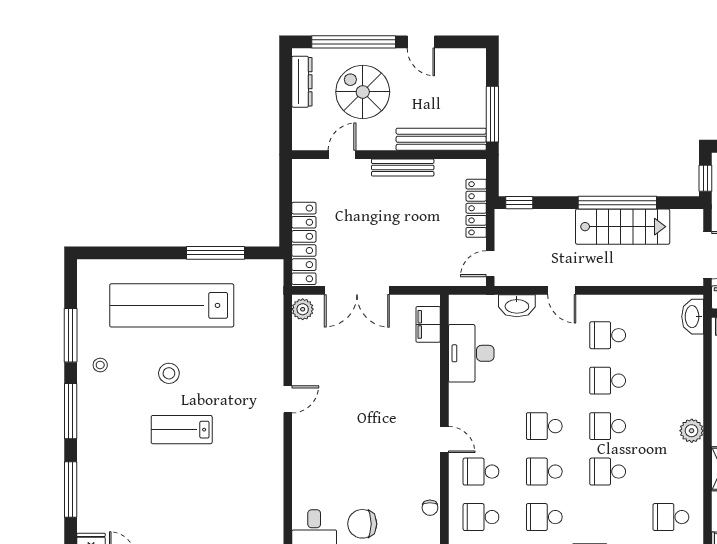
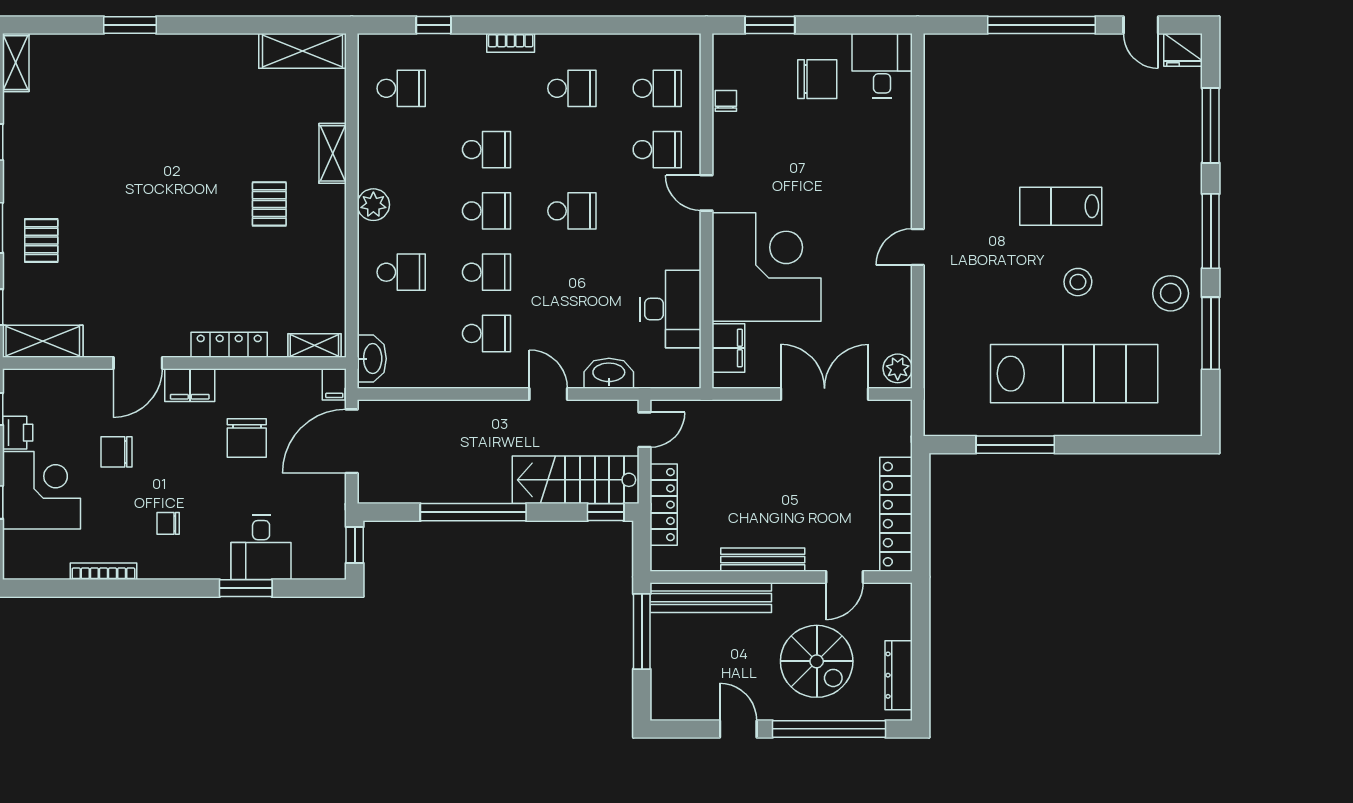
stairs: (623, 227) -> (576, 480), moved
locker: (304, 243) -> (896, 514), moved
stool: (100, 365) -> (1171, 293), width x1.89, depth x1.89
corner desk: (400, 384) -> (767, 267), added
lab bench: (182, 430) -> (1061, 206), turned 180
school desk: (544, 472) -> (401, 272), moved

